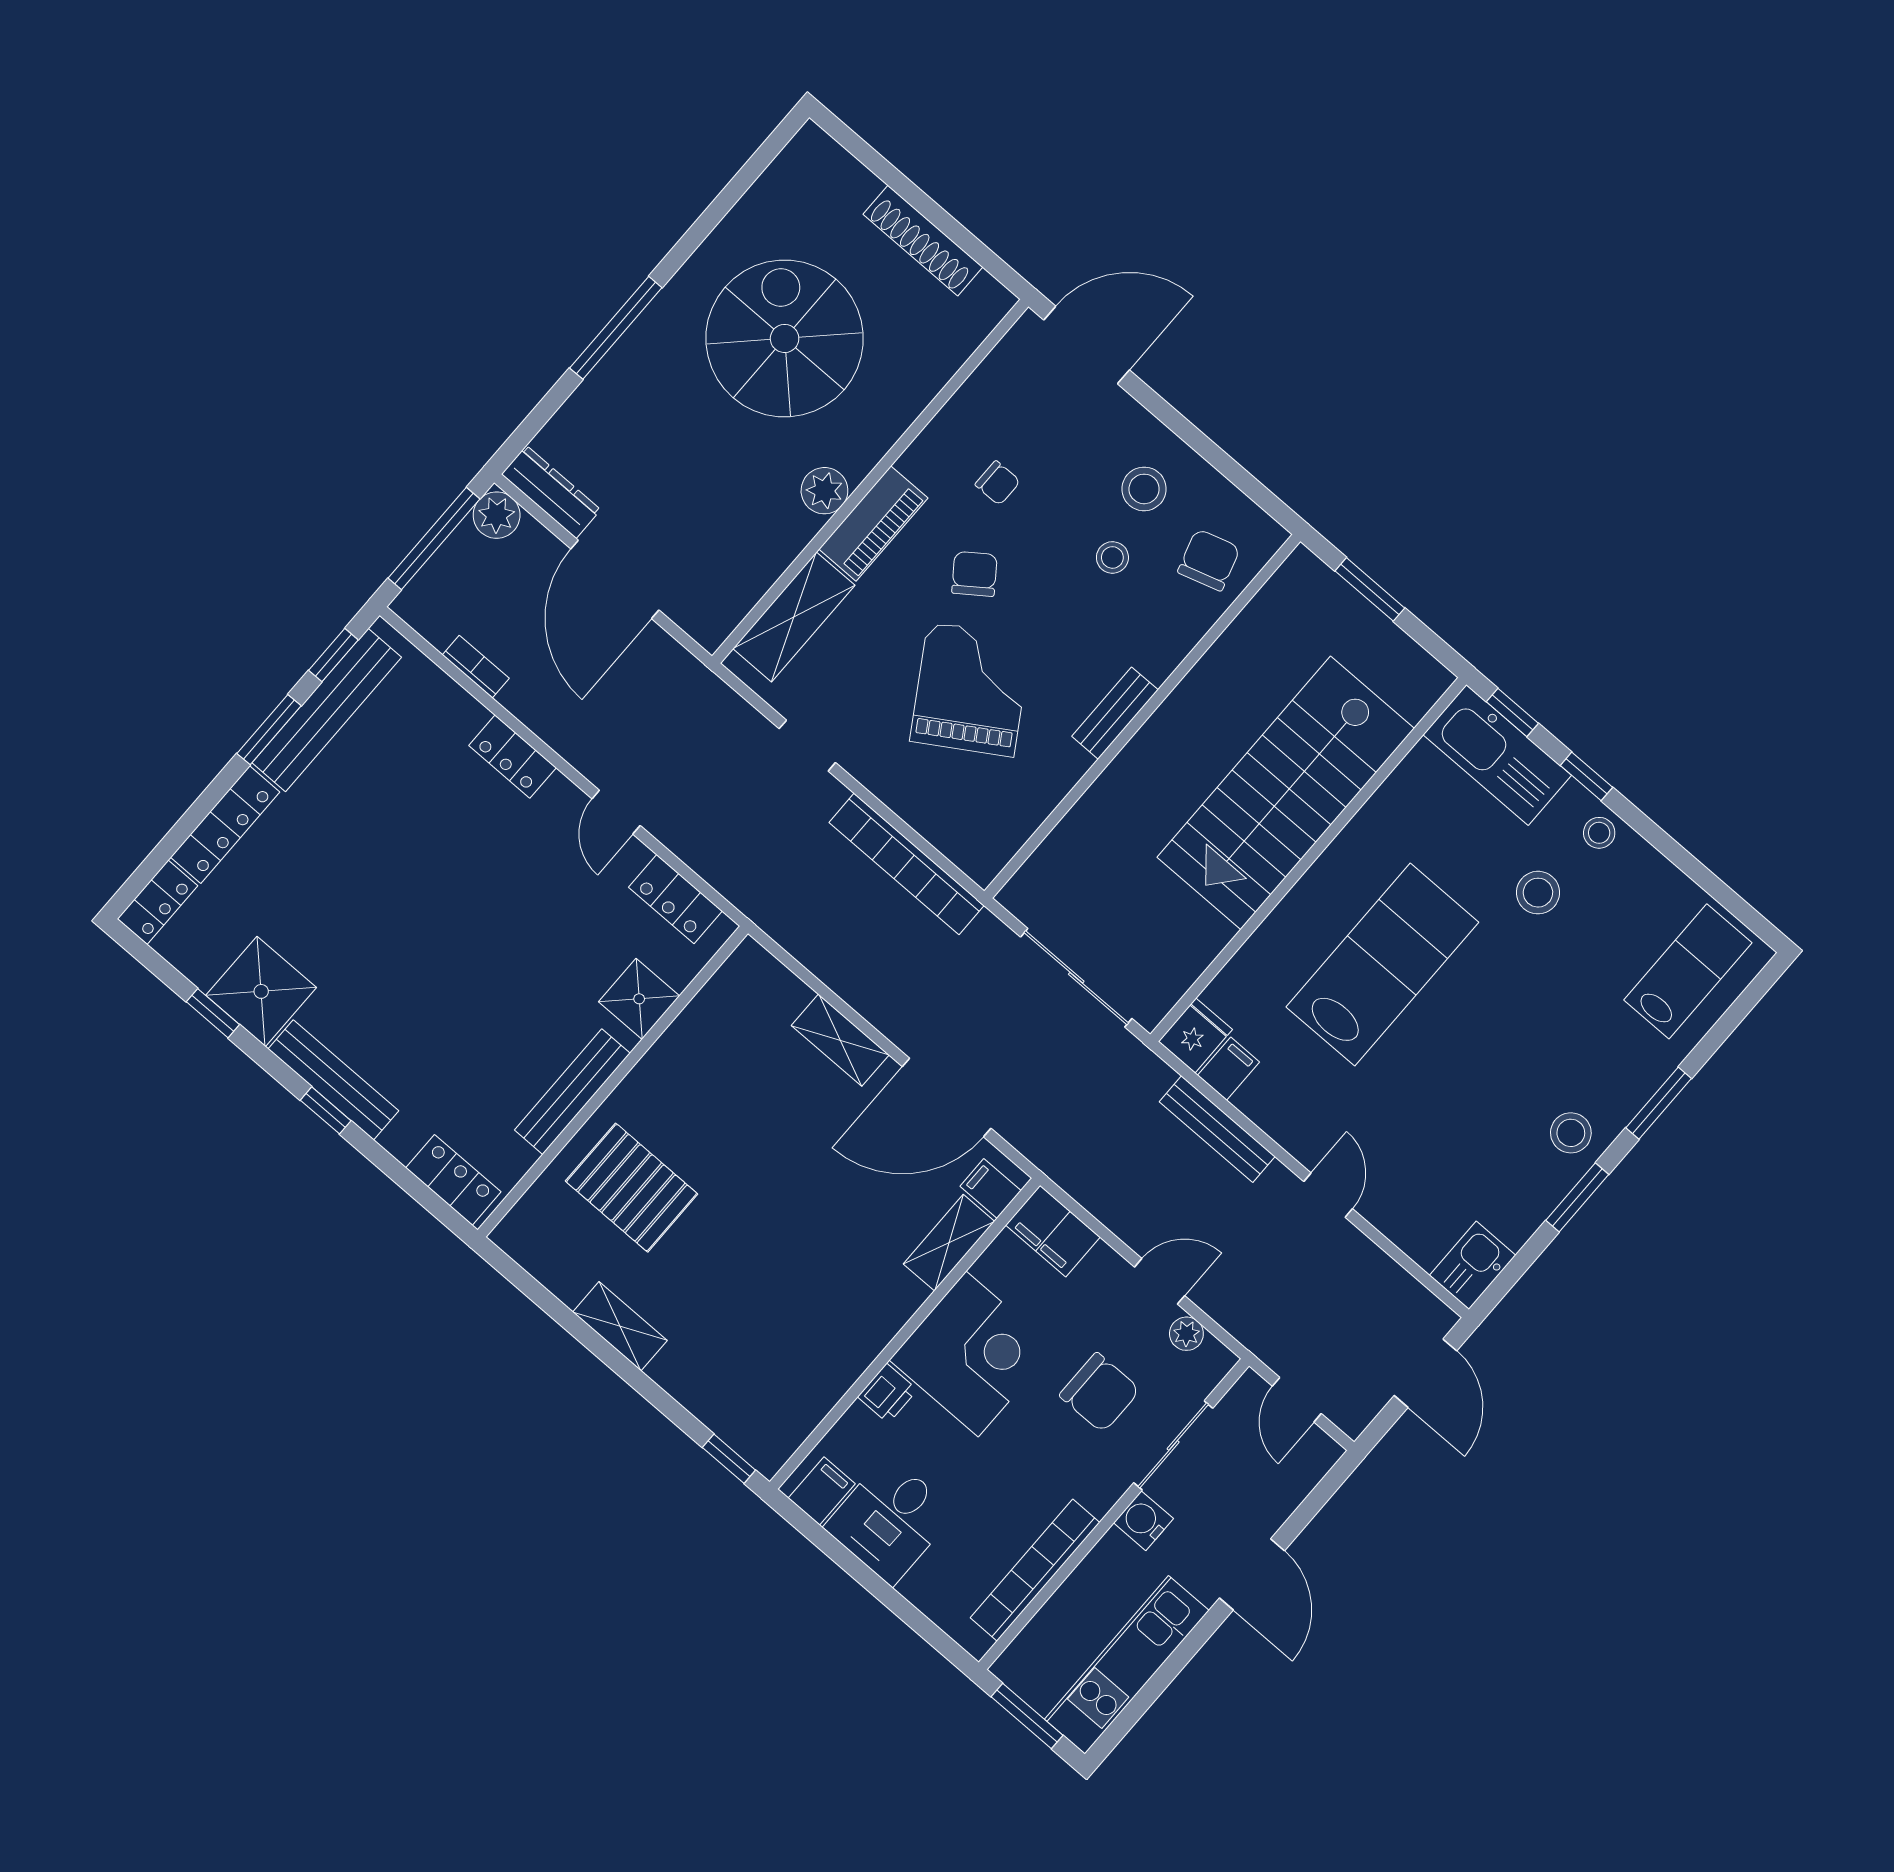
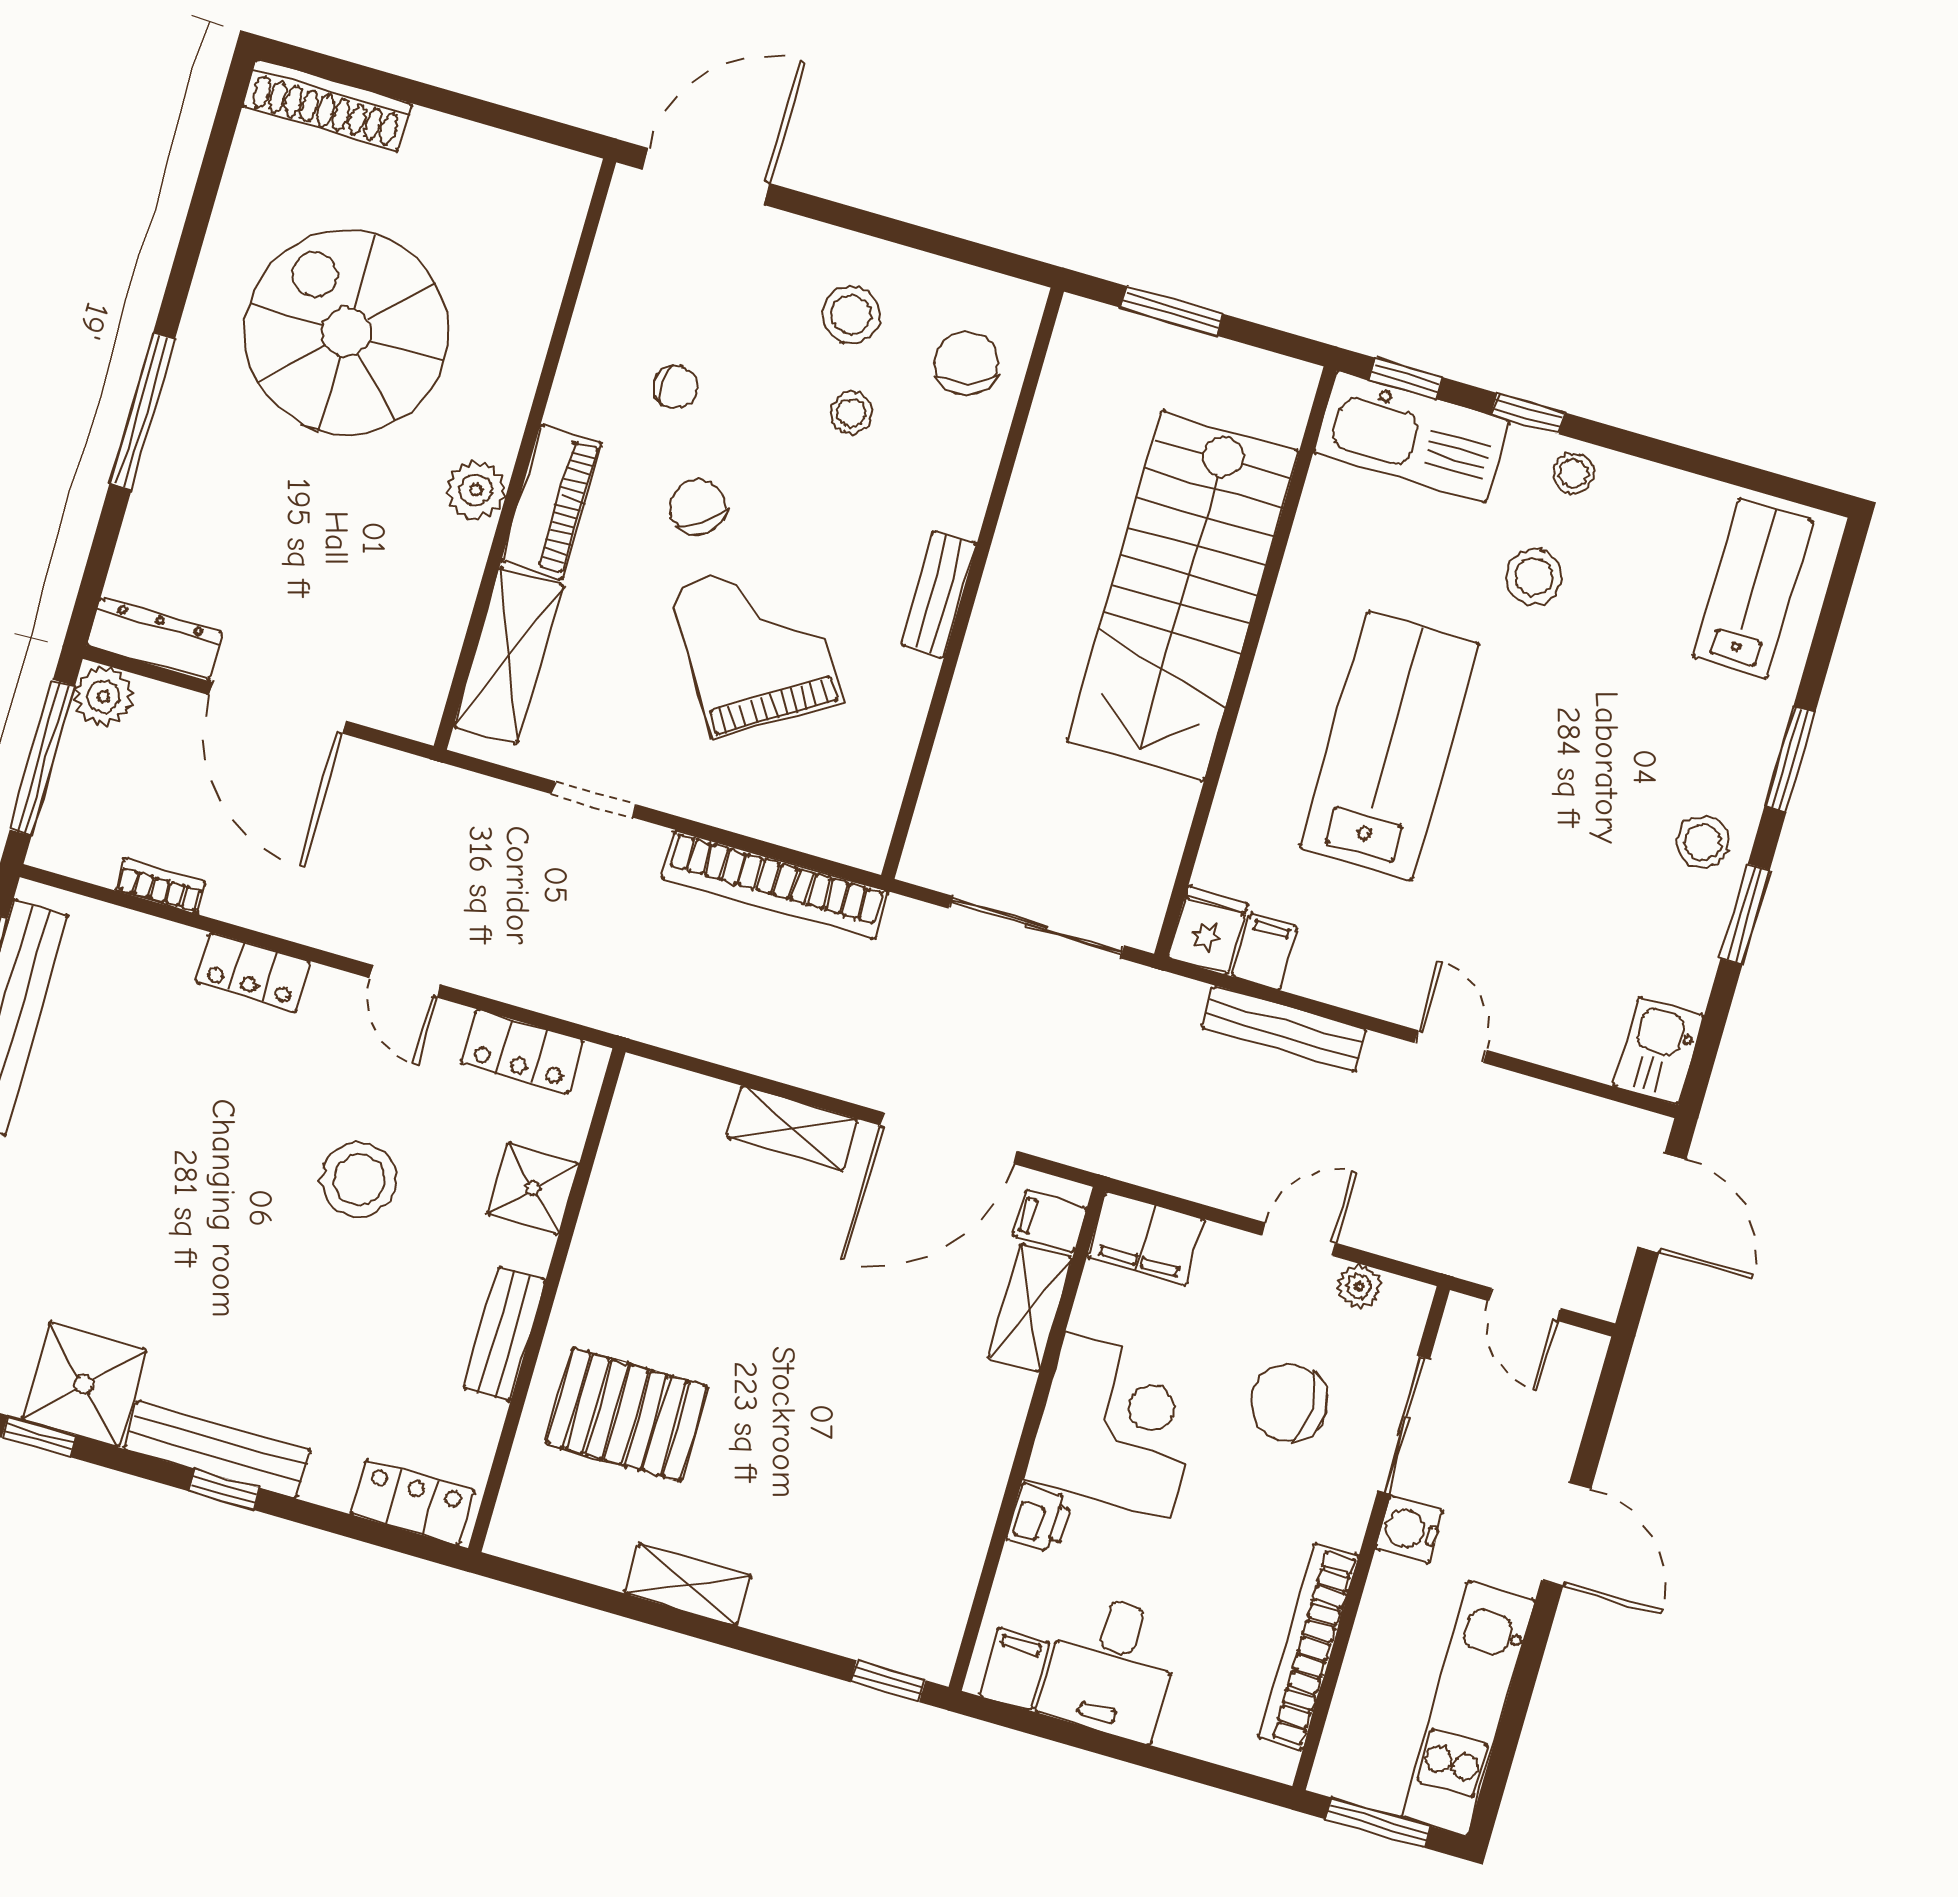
shoe rack: (923, 241) -> (327, 105), moved
stool: (520, 937) -> (359, 1180), added
bench: (572, 1092) -> (505, 1334), width x0.73
chair: (1100, 1393) -> (1289, 1403), turned 180

